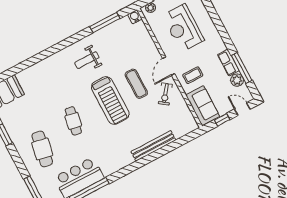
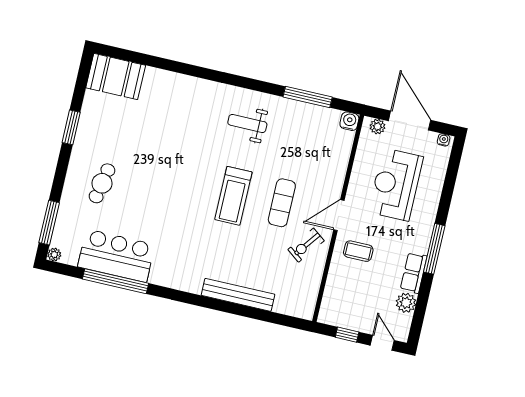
window: (242, 68) -> (434, 249), moved
treadmill: (110, 100) -> (233, 196), width x0.73, depth x0.73
sofa: (203, 106) -> (339, 298), removed
cafe table: (73, 121) -> (168, 182), removed
cafe table: (42, 149) -> (102, 183), width x0.73, depth x0.74

